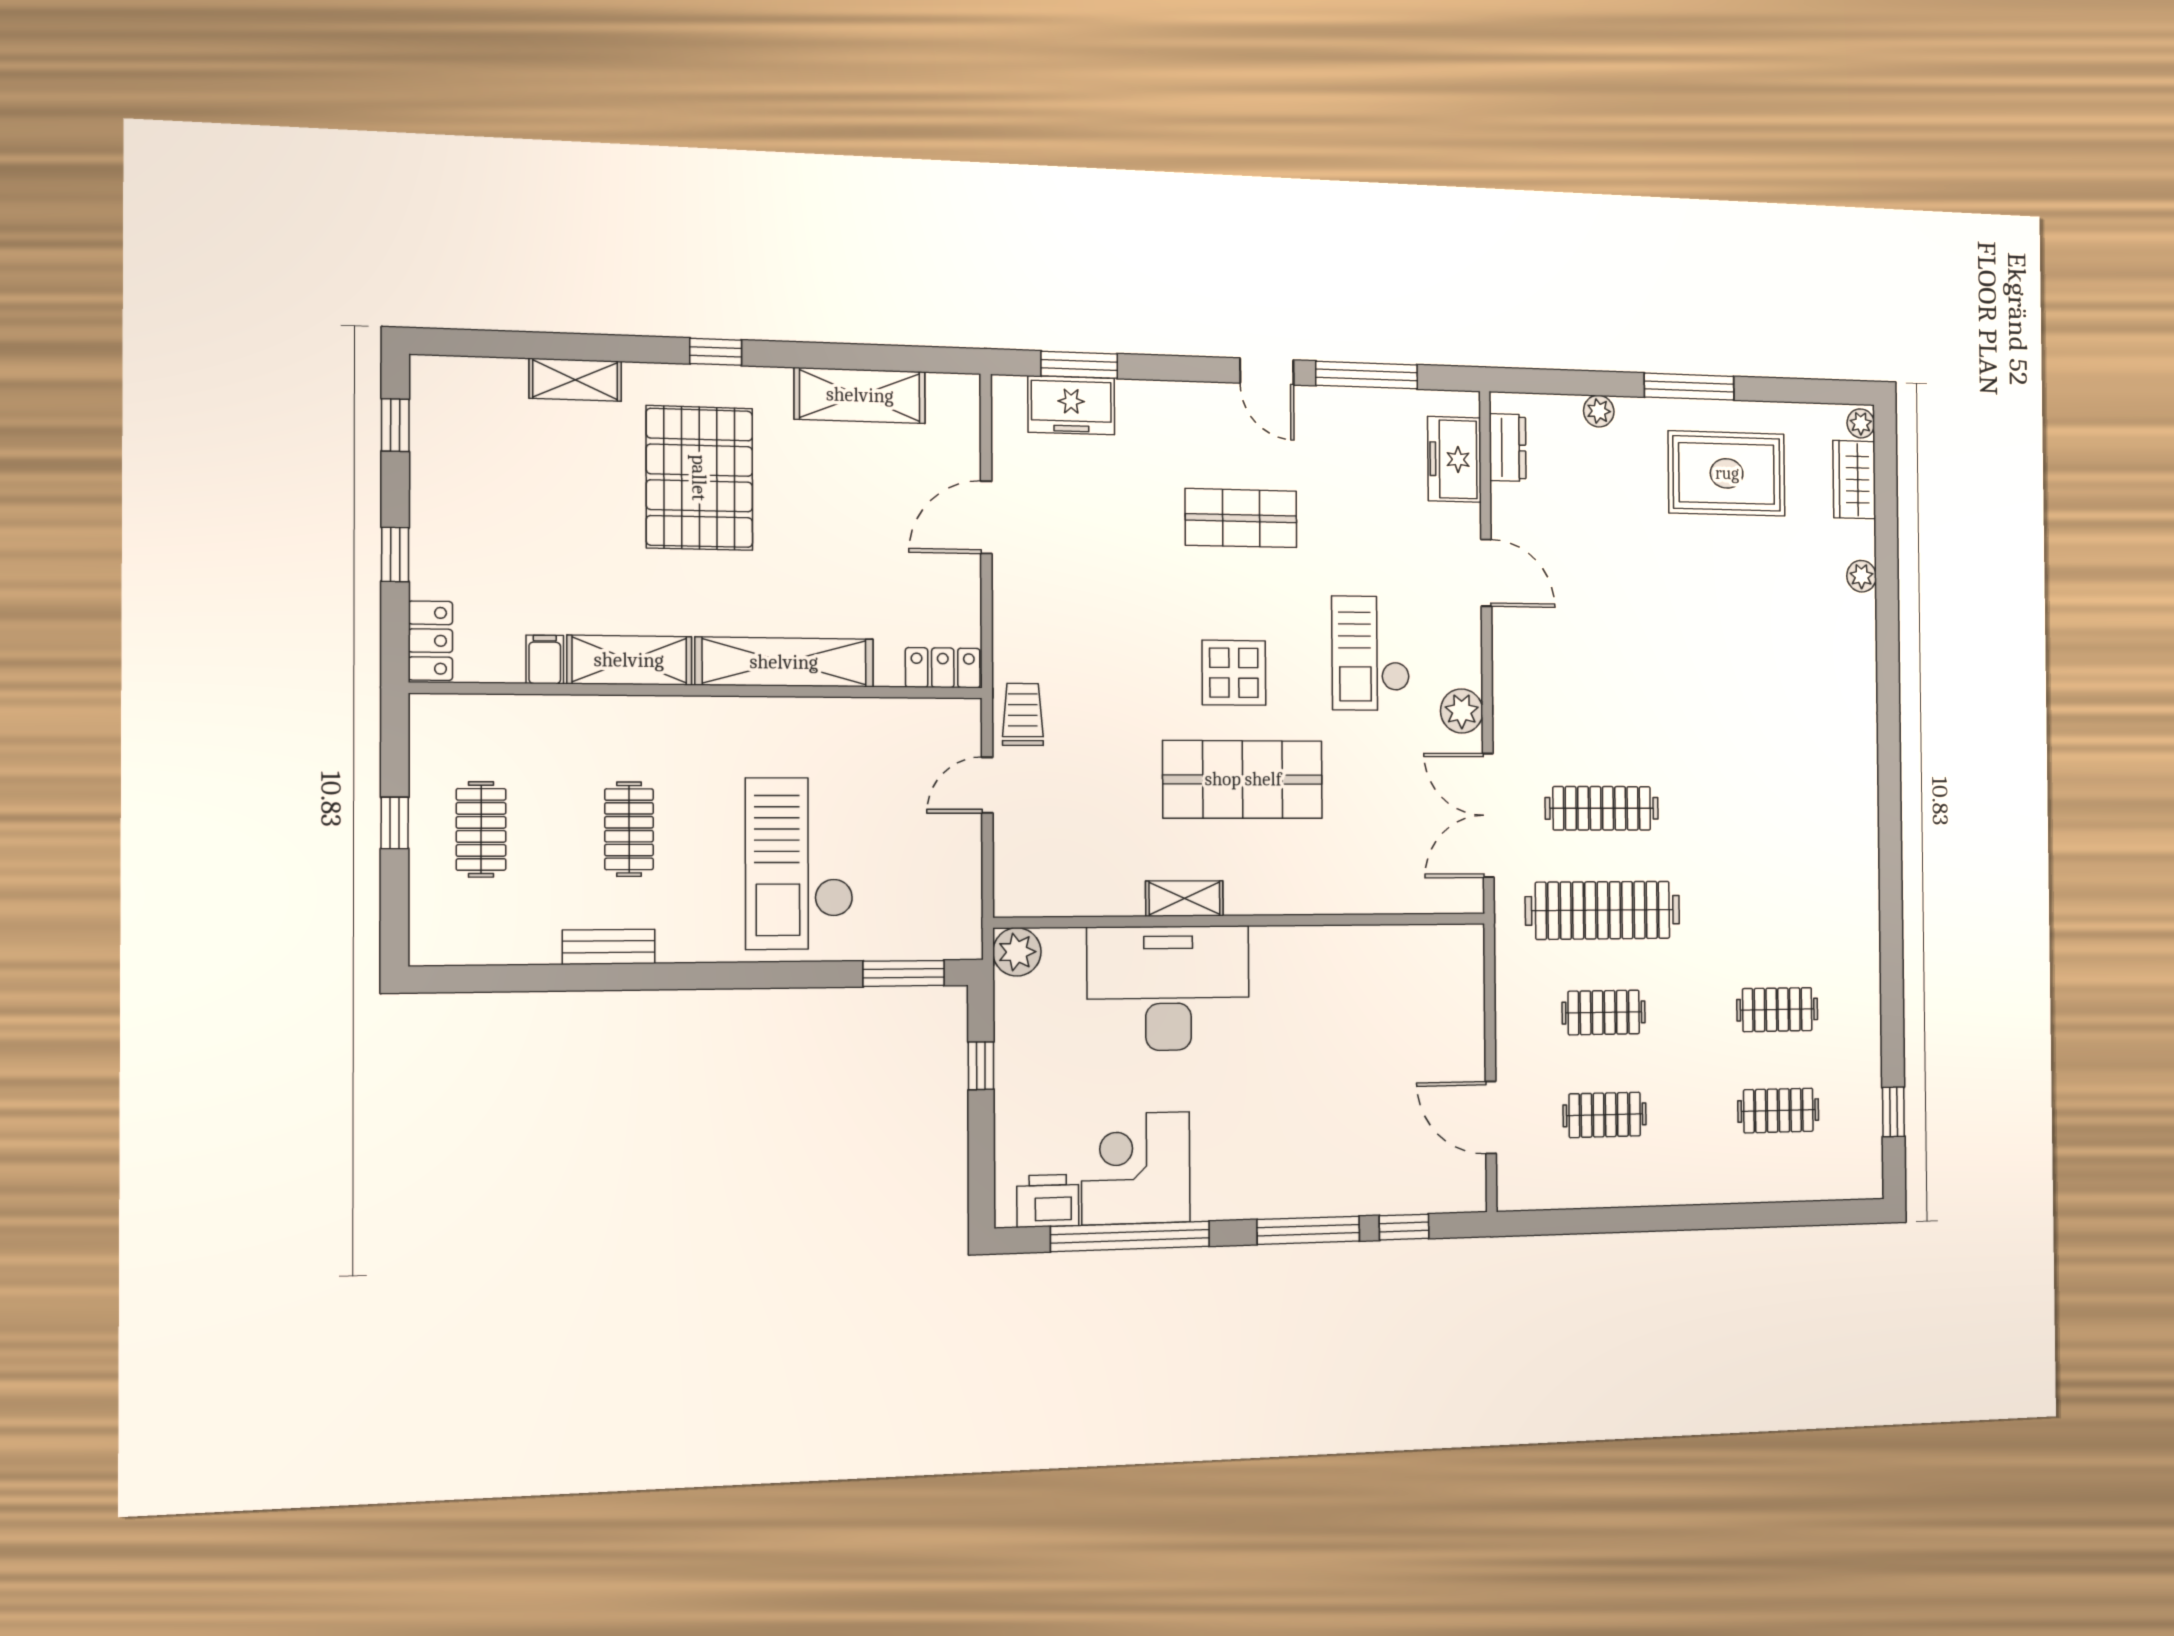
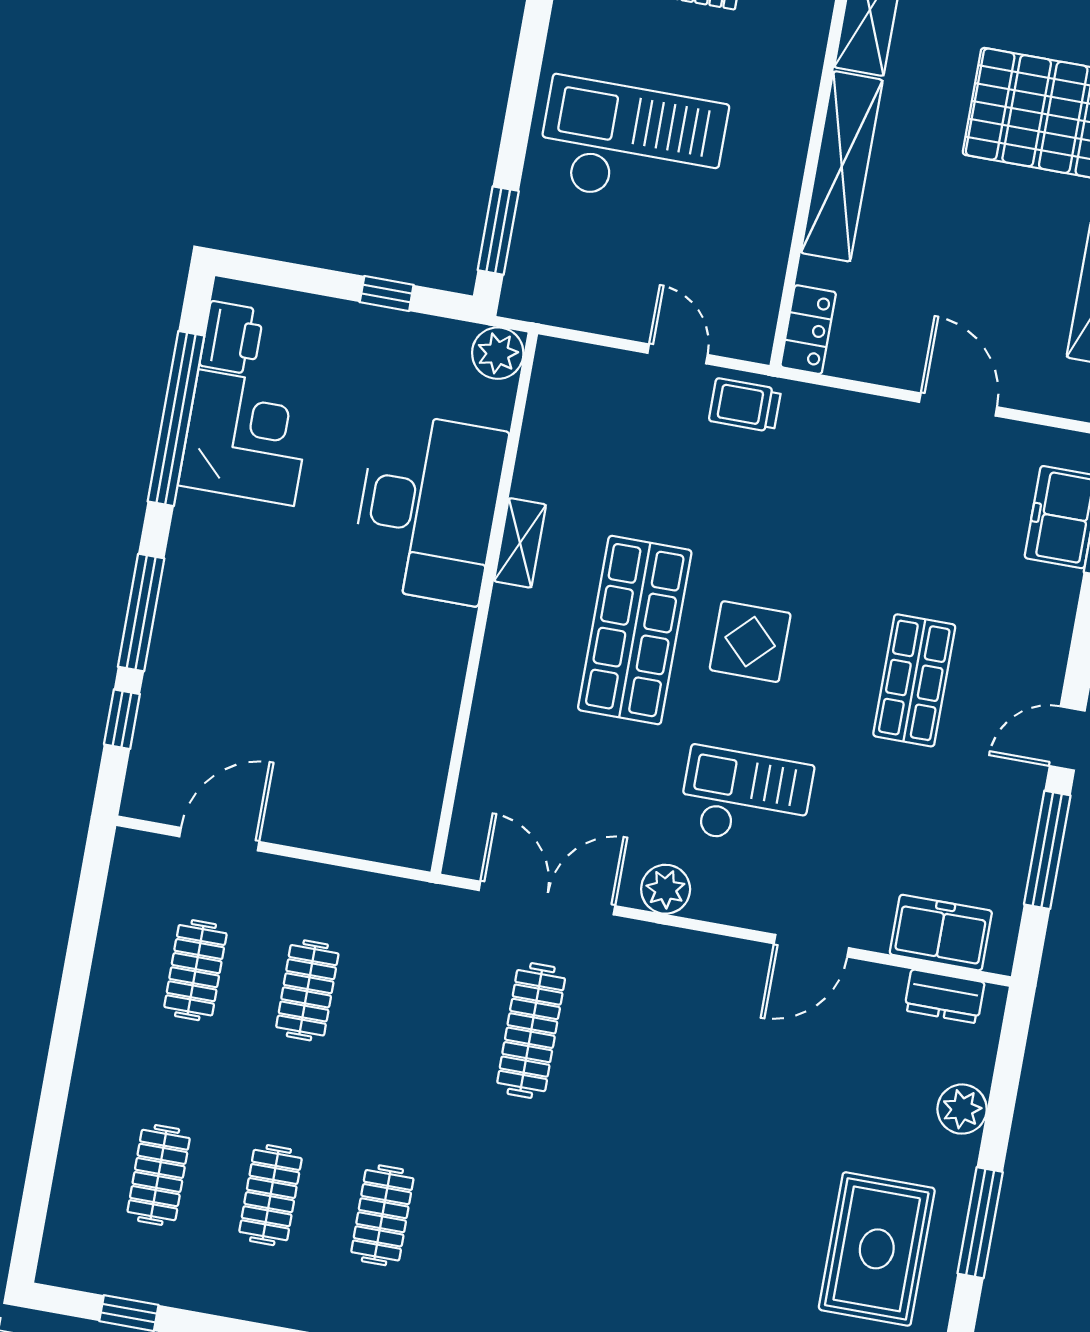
plant: (1599, 411) -> (962, 1109), width x1.38, depth x1.38
trolley: (1023, 714) -> (745, 405), turned 180
clothes rail: (1603, 910) -> (382, 1215), moved, width x0.54, depth x0.76

